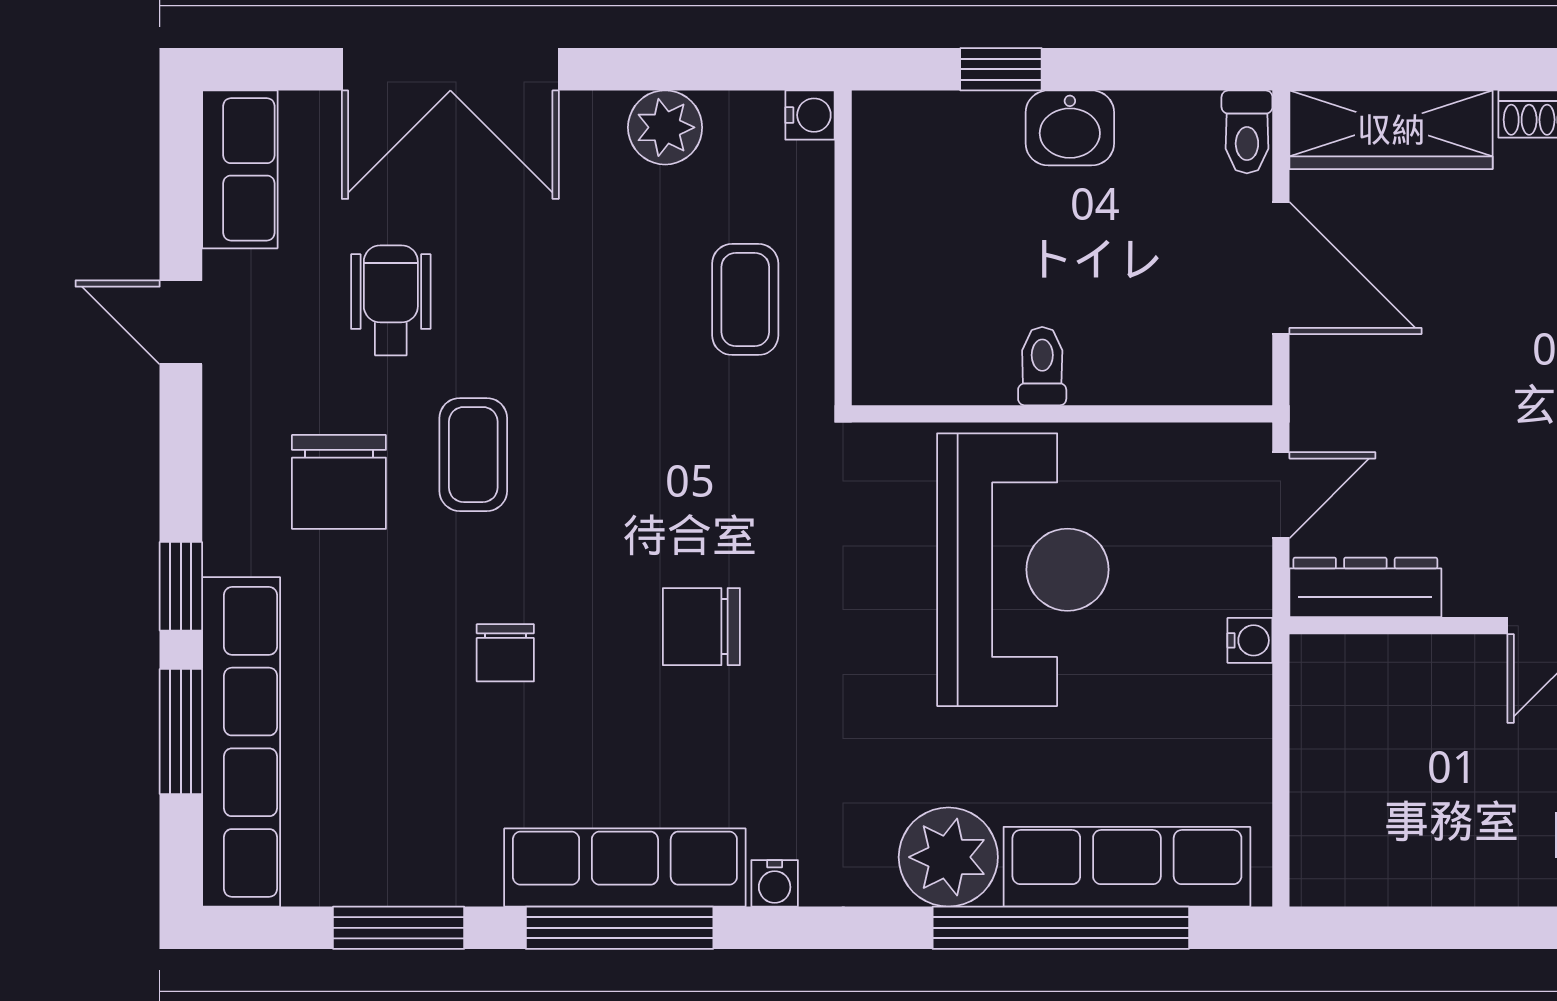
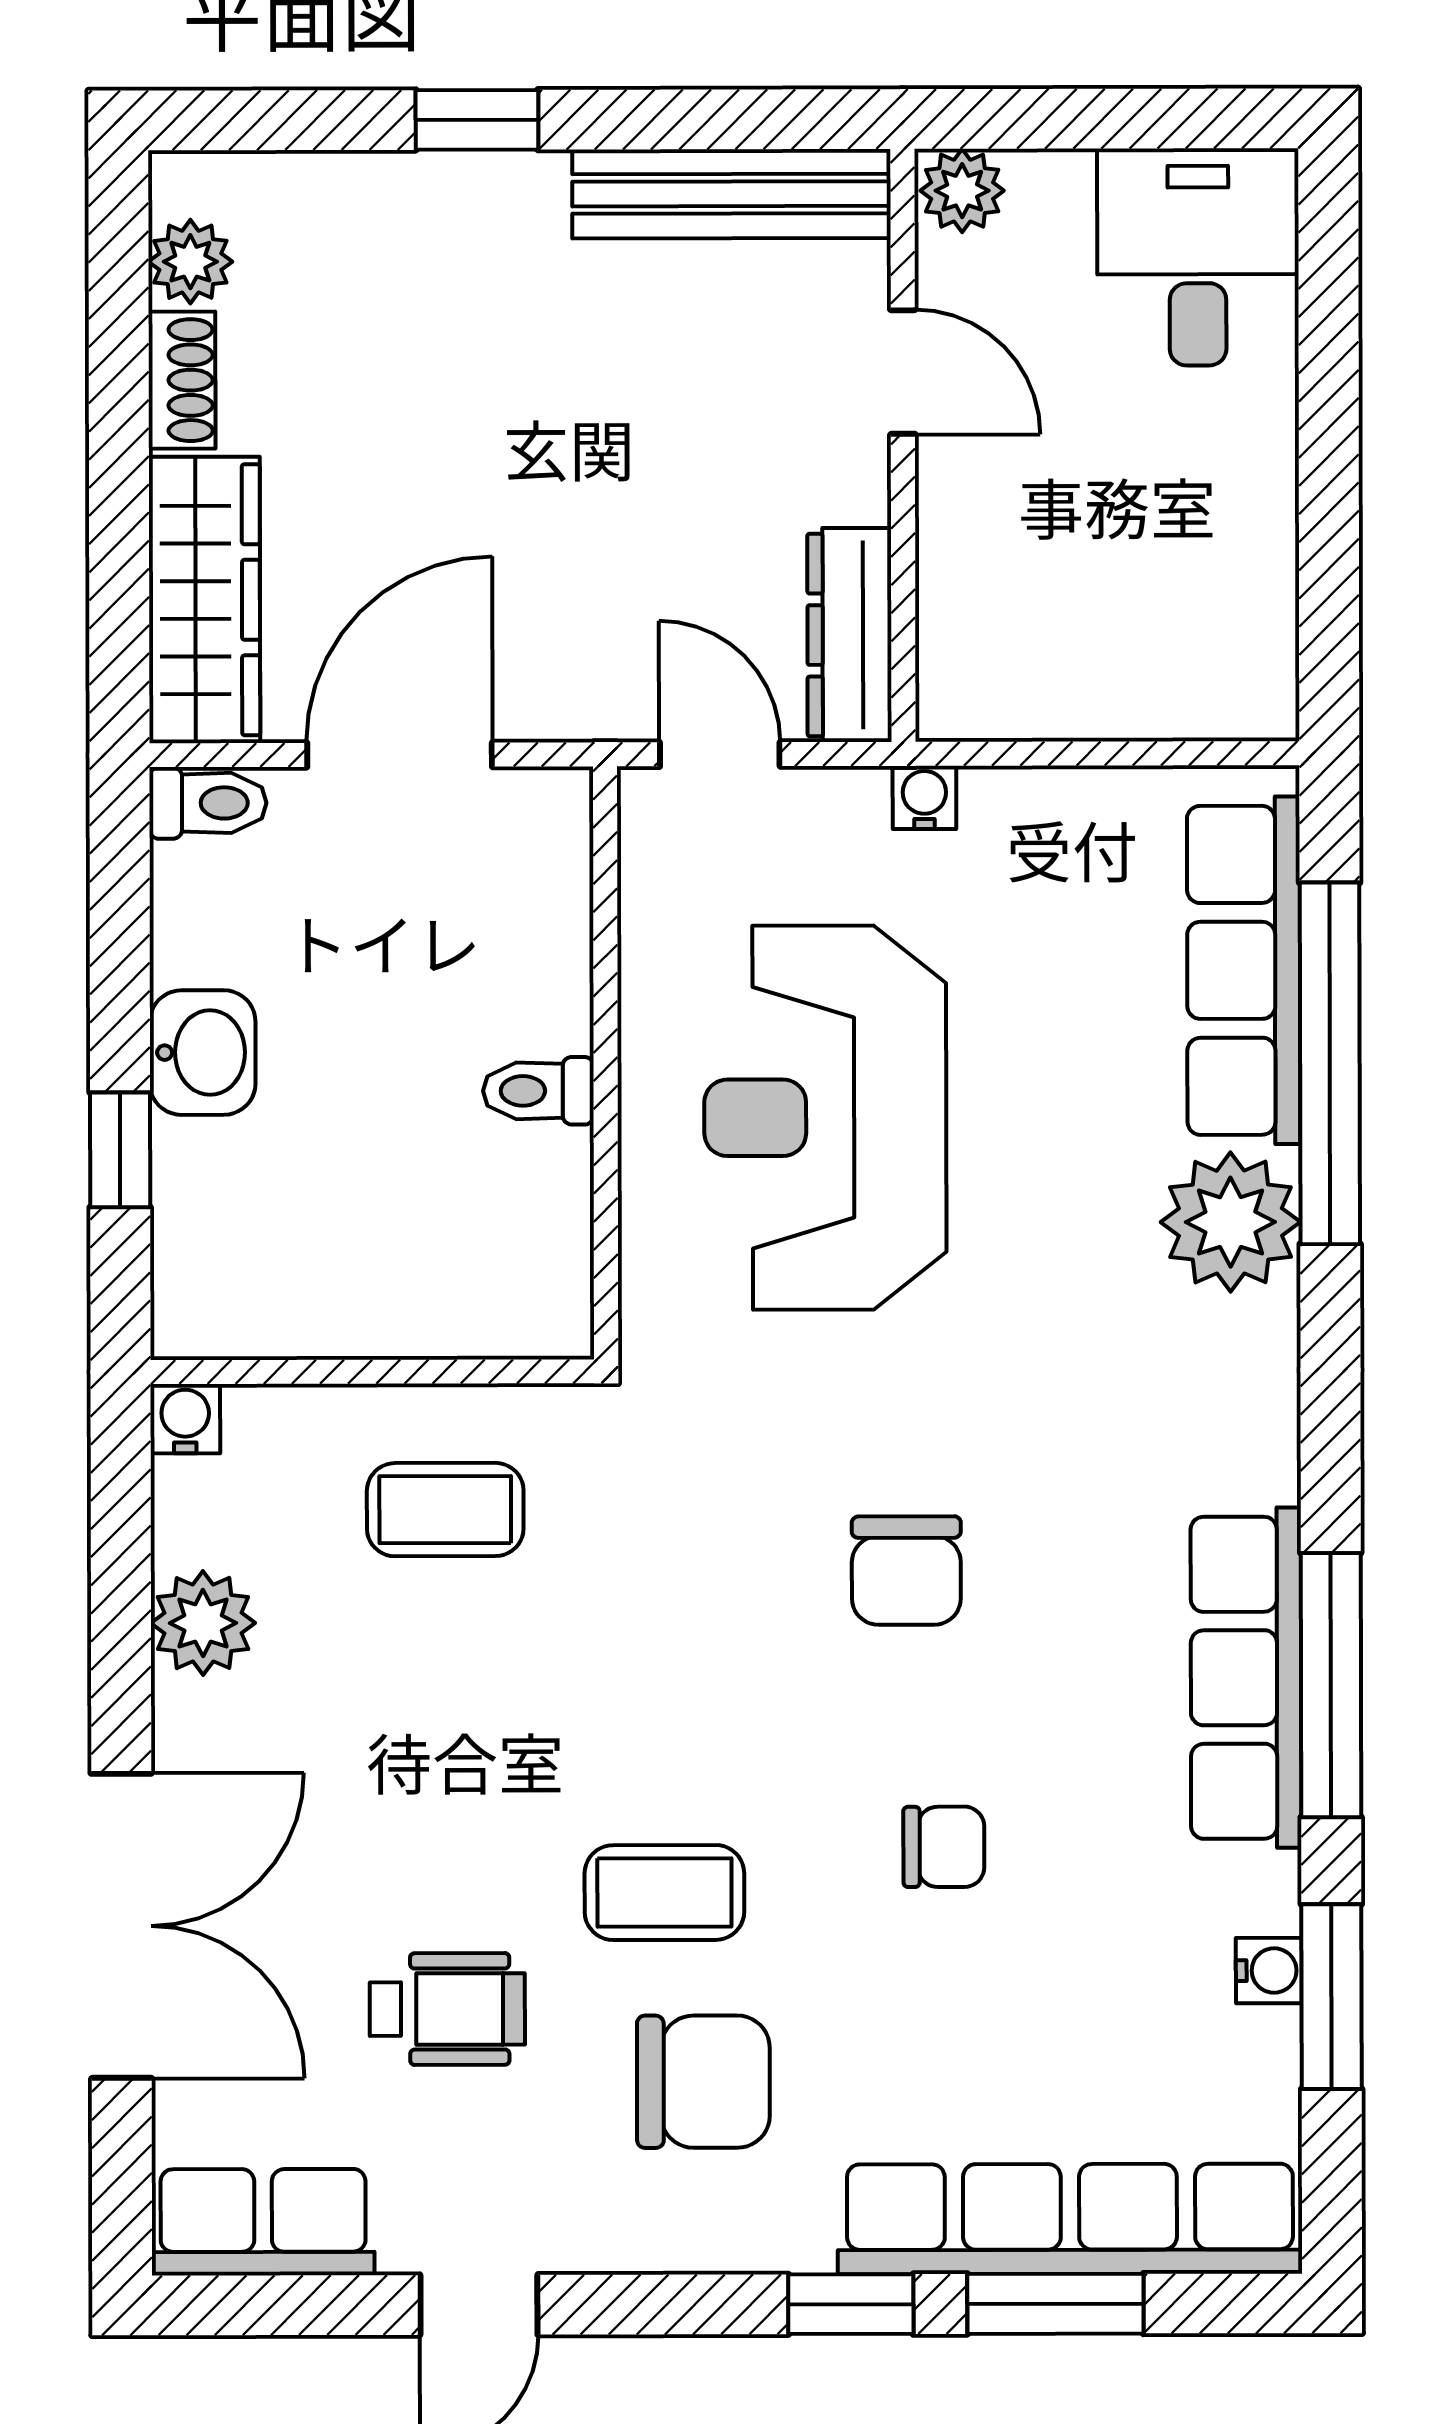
wheelchair: (391, 300) -> (447, 2009), turned 180
reception desk: (1023, 570) -> (825, 1118), turned -90
water cooler: (775, 883) -> (1269, 1971), moved

